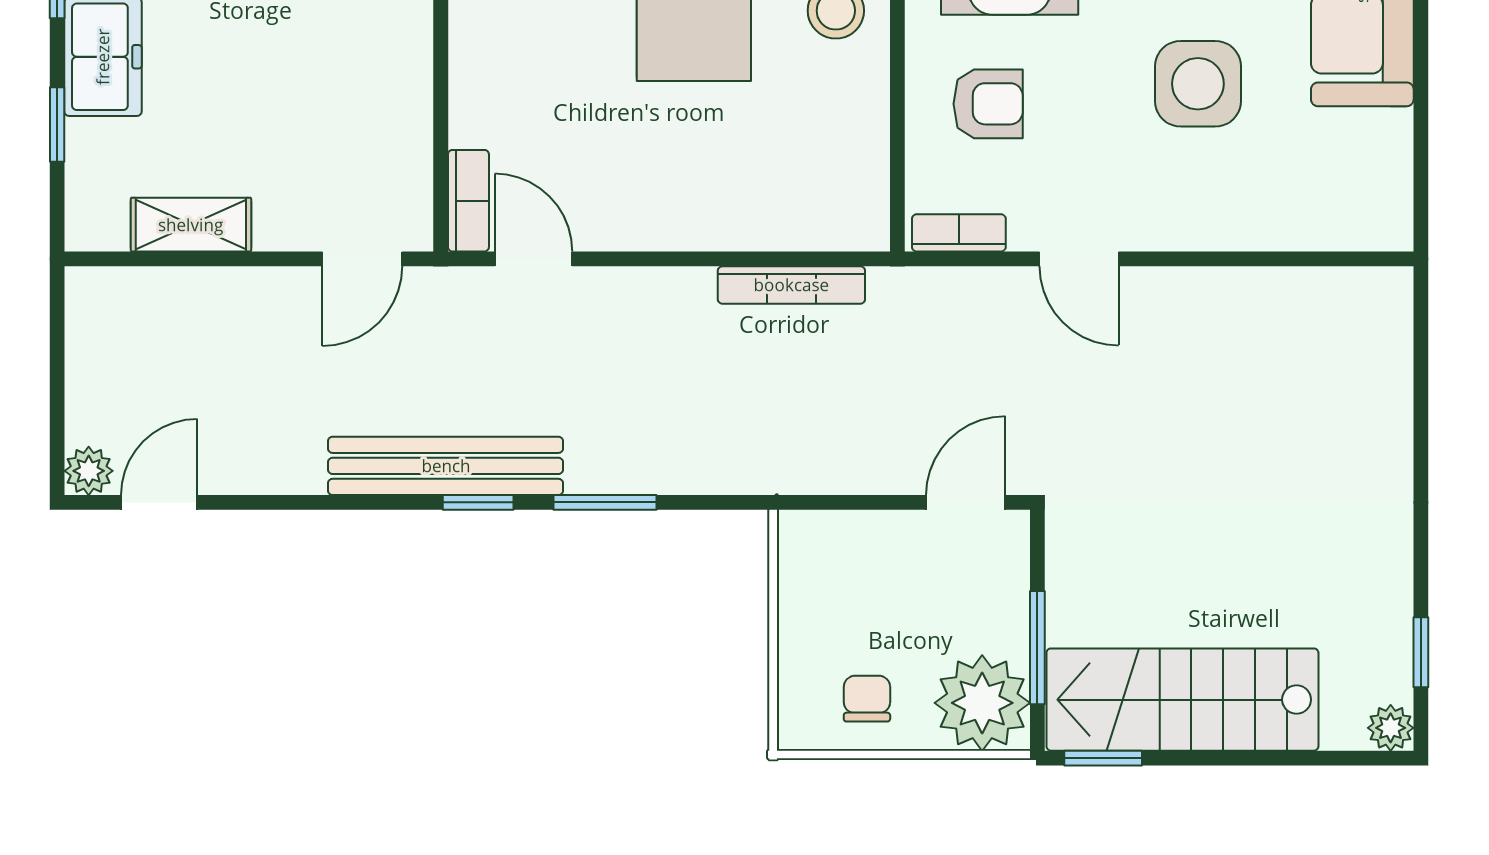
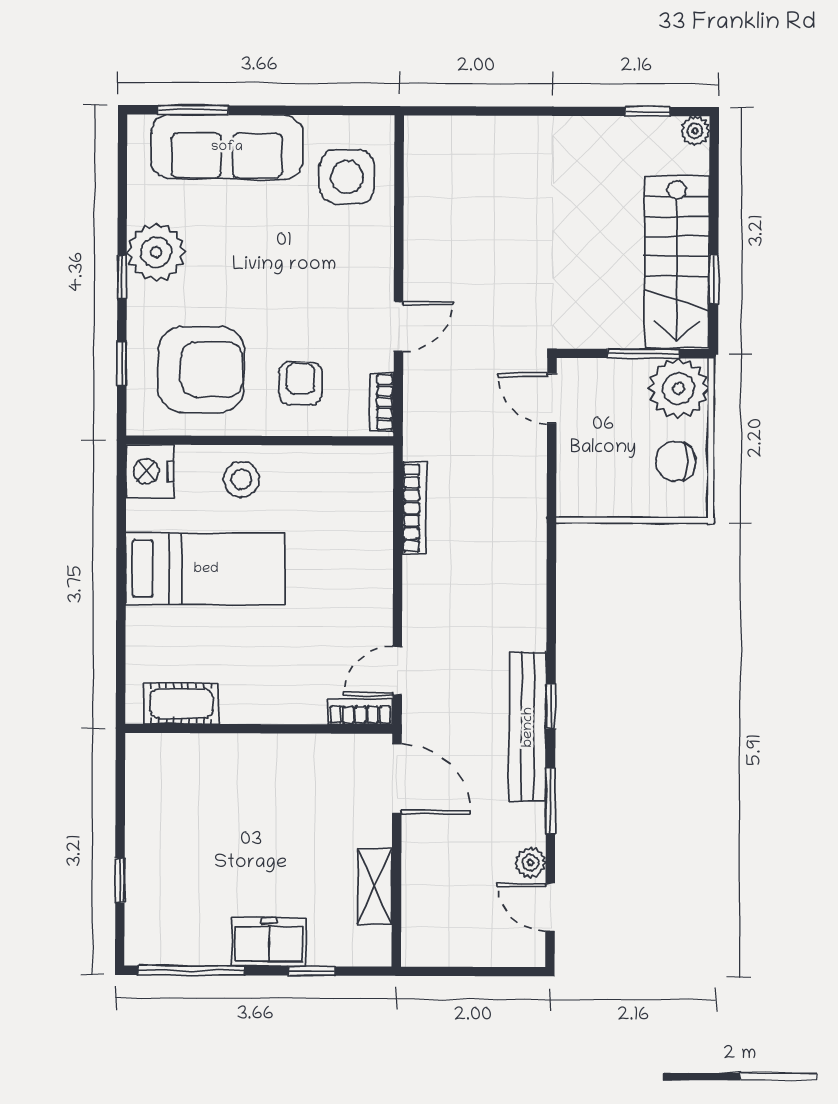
side table: (1198, 84) -> (347, 177), moved
door: (362, 259) -> (397, 779), width x1.38
plant: (89, 471) -> (530, 863), moved
window: (605, 502) -> (550, 801), moved
chair: (867, 699) -> (676, 461), width x1.37, depth x1.37
window: (1103, 758) -> (714, 279), moved

